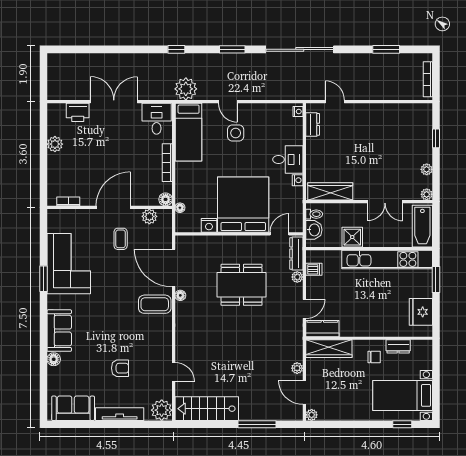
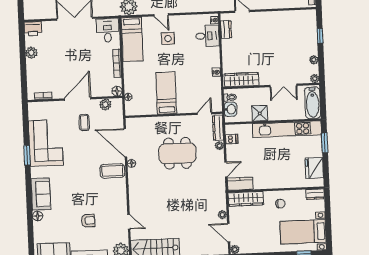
printer: (78, 112) -> (33, 29), moved
desk: (288, 159) -> (207, 36), moved
bed: (243, 205) -> (166, 93), width x0.49
nightstand: (209, 225) -> (151, 109), removed
dresser: (398, 346) -> (315, 194), moved

